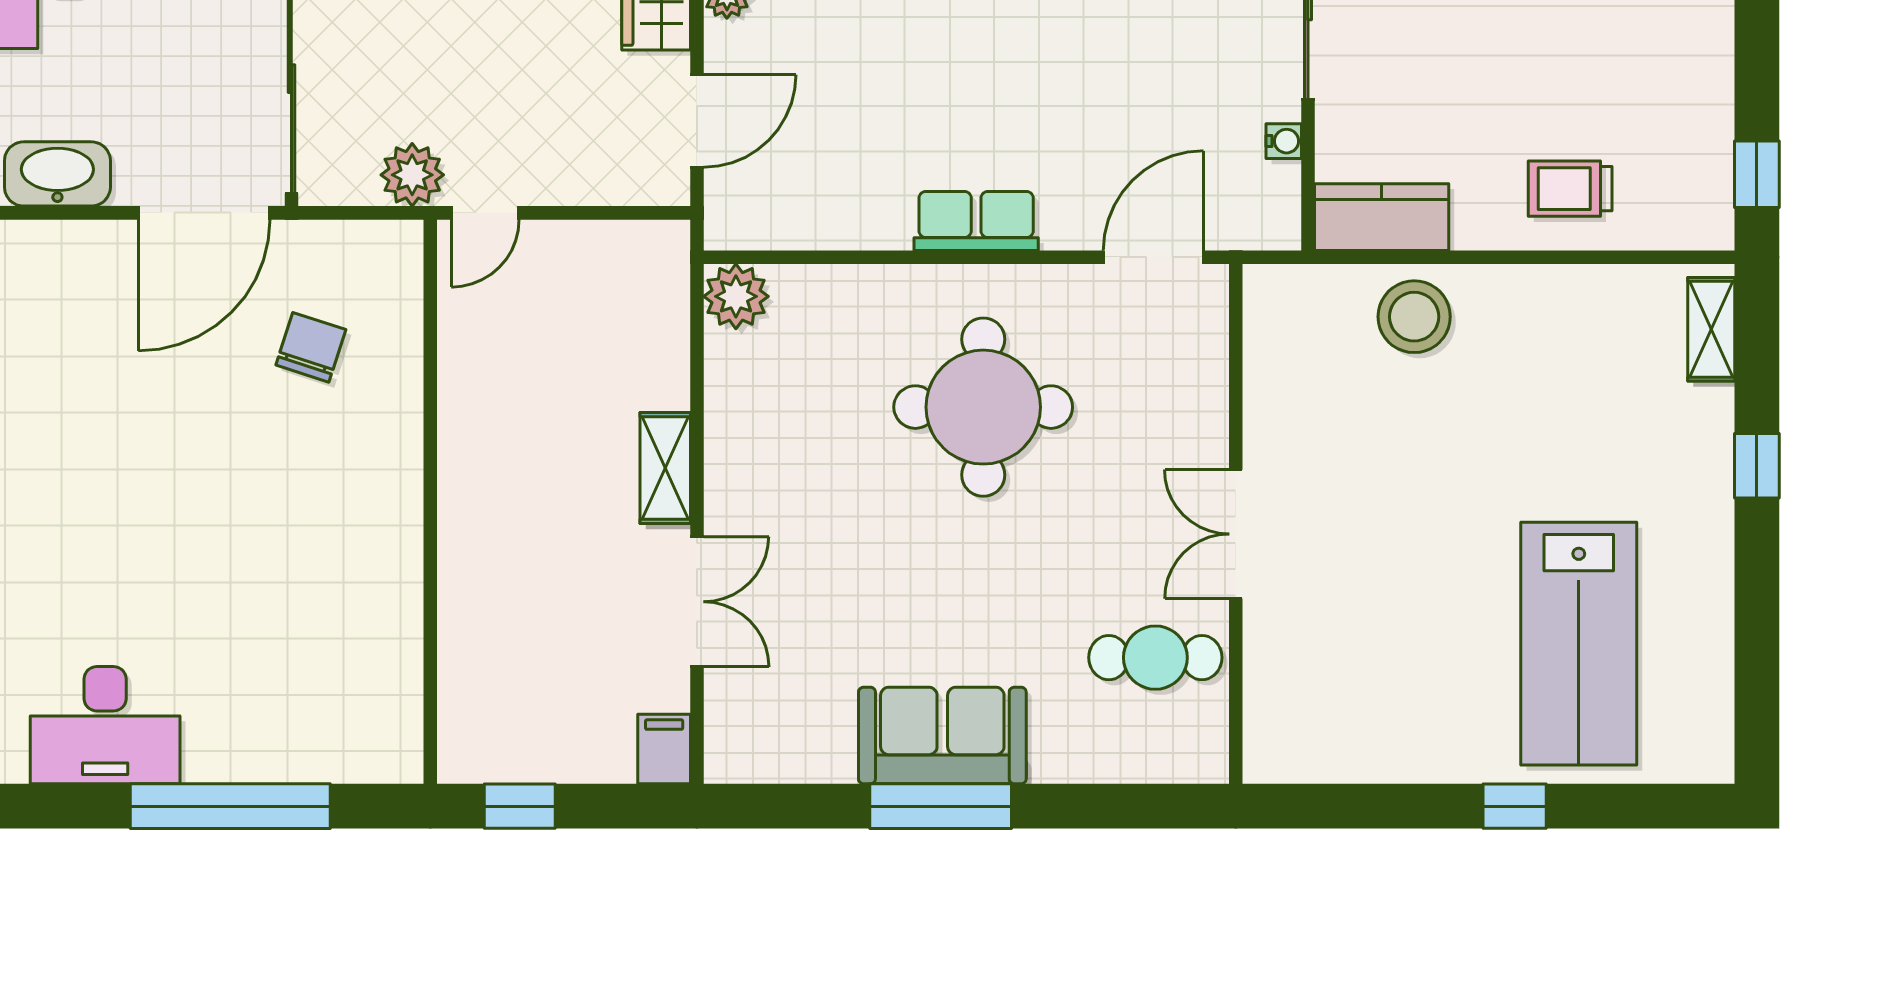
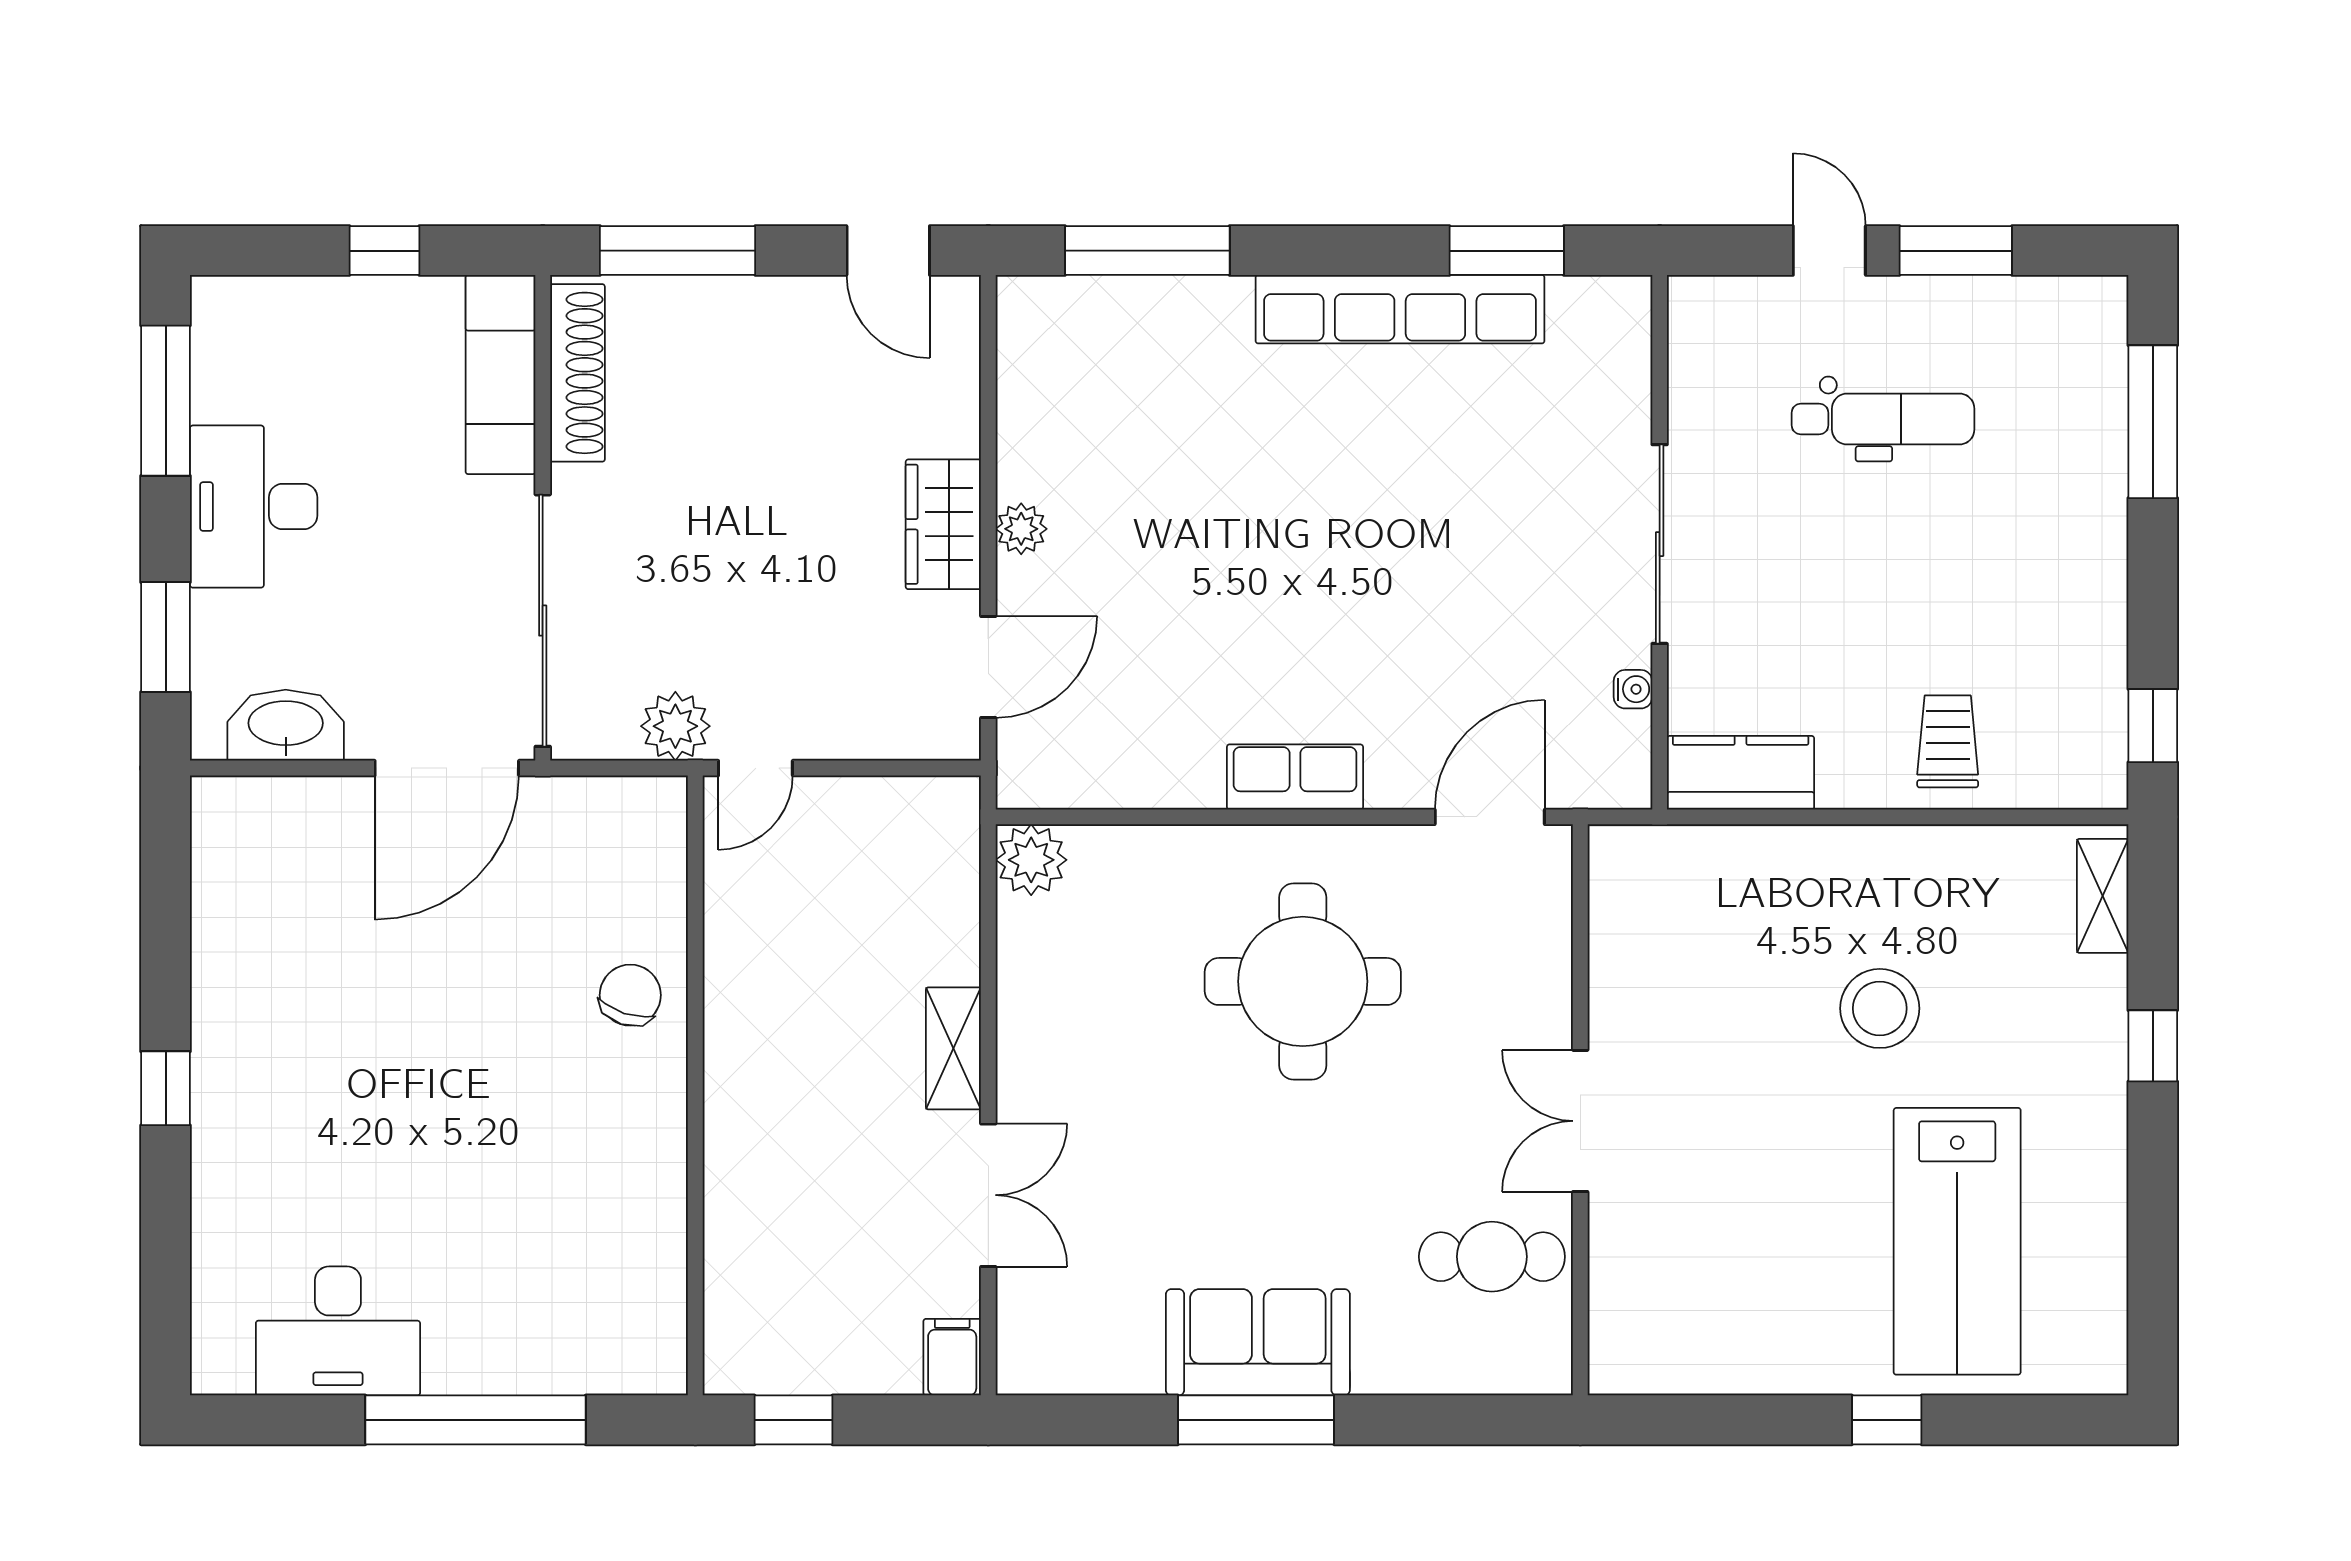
trolley: (1570, 189) -> (1948, 741), turned 90
stool: (1414, 317) -> (1880, 1008), moved
chair: (311, 347) -> (630, 995), moved

